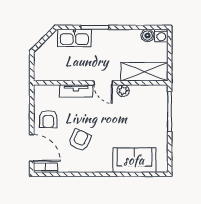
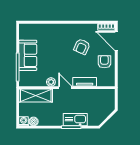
kitchen sink: (74, 38) -> (75, 120), moved
sofa: (134, 160) -> (28, 55), moved, turned -90

